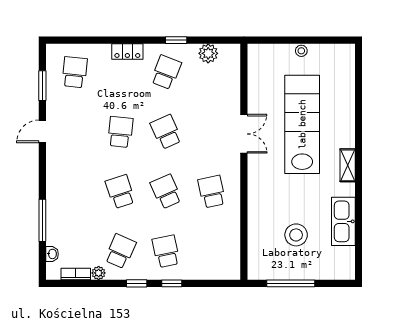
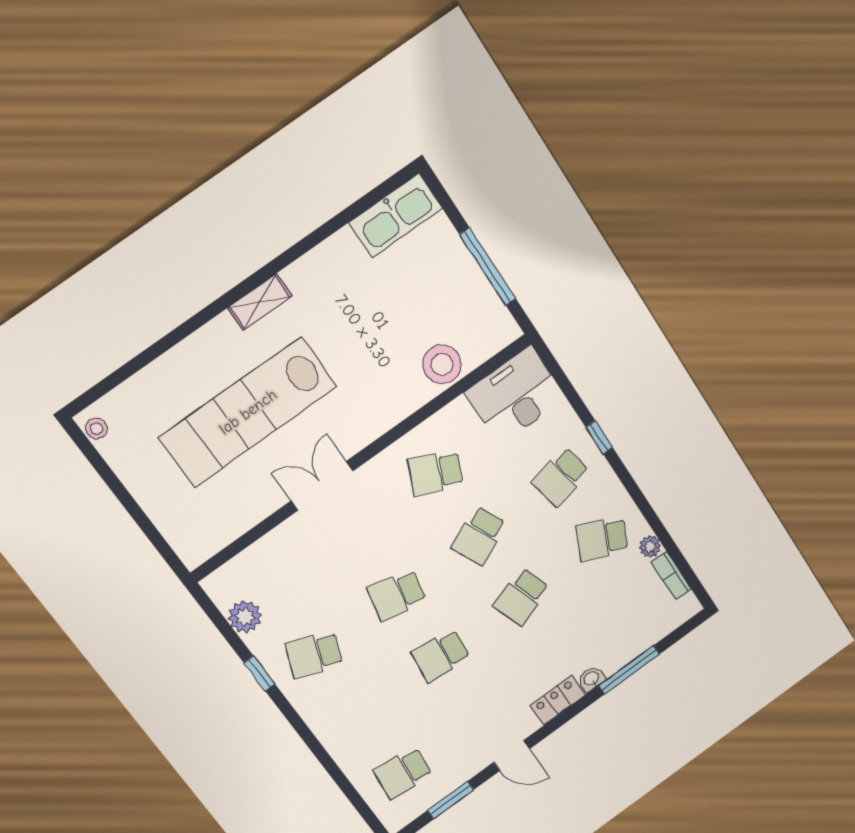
stool: (301, 51) -> (96, 429), moved
locker: (127, 52) -> (558, 700), moved, turned -90
school desk: (166, 132) -> (397, 595), turned 36
school desk: (212, 192) -> (435, 473), turned 36
kitchen sink: (343, 221) -> (396, 215), moved
stool: (296, 235) -> (442, 364), moved
washbasin: (52, 254) -> (592, 679), moved
desk: (221, 256) -> (515, 395), added
window: (137, 283) -> (631, 486), removed

